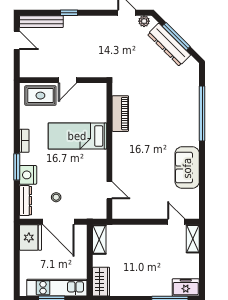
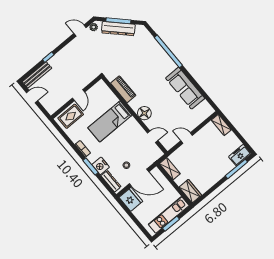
floor lamp: (122, 158) -> (144, 113), added
sofa: (187, 168) -> (185, 88), width x1.36
door: (176, 222) -> (187, 138), moved

